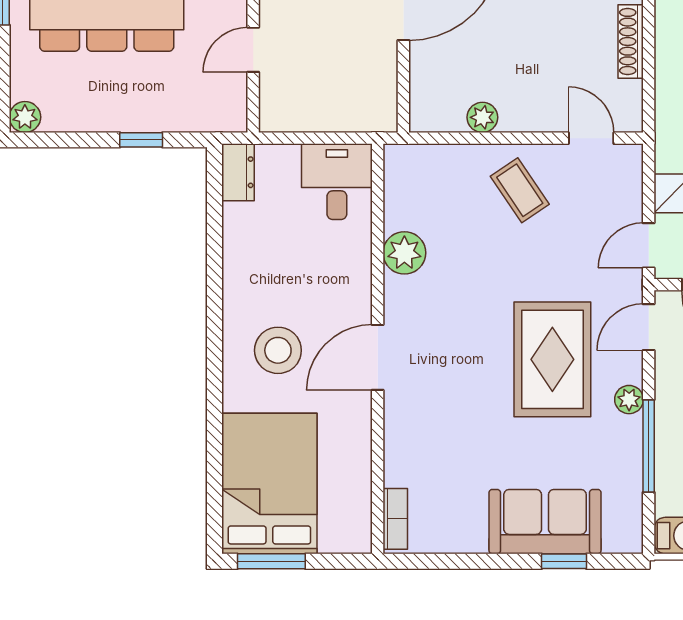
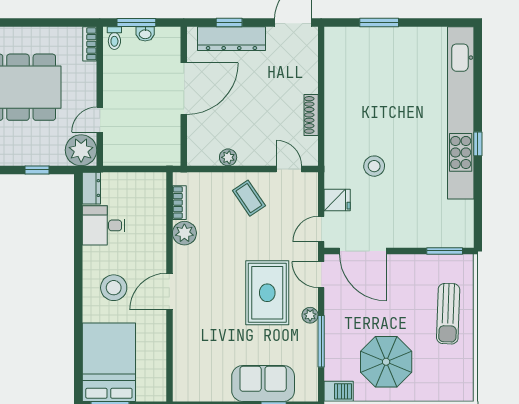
plant: (220, 105) -> (81, 150), added
desk: (337, 182) -> (104, 225), moved, turned -90
door: (649, 327) -> (321, 275), hinge flipped
bookcase: (395, 519) -> (179, 203), moved

